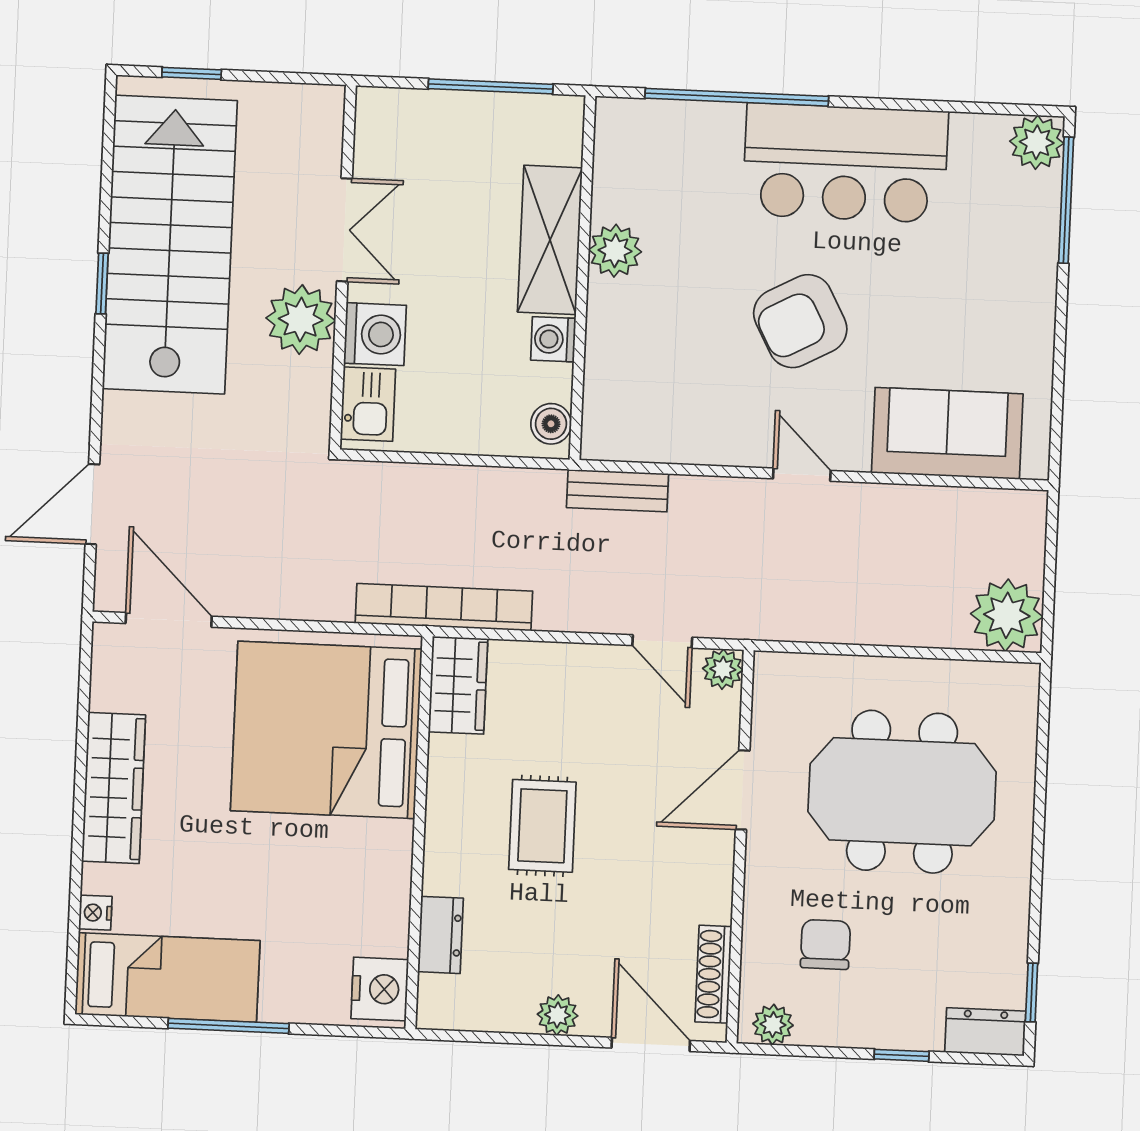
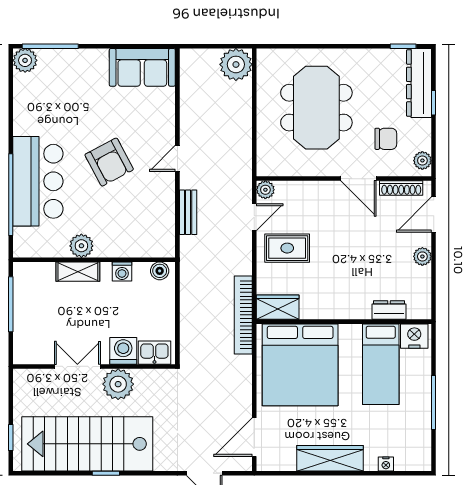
bar counter: (845, 163) -> (38, 181), moved
shelving: (550, 240) -> (78, 272), width x0.67, depth x0.75
sofa: (947, 433) -> (142, 67), moved, turned -90
bench: (618, 491) -> (188, 212), moved
door: (743, 790) -> (358, 179), moved
rug: (542, 826) -> (287, 248), moved
chair: (825, 944) -> (386, 139), turned 180
bed: (167, 977) -> (381, 364), moved, turned 180
dresser: (985, 1032) -> (419, 83), width x1.96, depth x1.24

